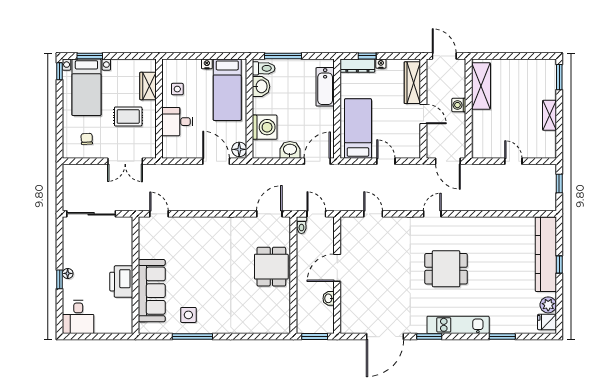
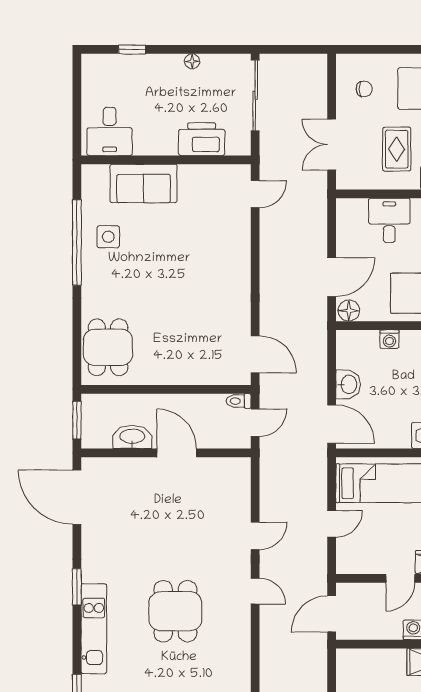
washing machine: (265, 127) -> (389, 339), width x0.53, depth x0.53
door: (373, 214) -> (255, 536), moved
dining table: (271, 267) -> (108, 347), moved, turned 90
floor lamp: (68, 273) -> (192, 61), moved
window: (60, 279) -> (132, 49), moved
printer: (121, 282) -> (202, 139), moved
sofa: (152, 291) -> (144, 183), width x0.73
washbasin: (329, 298) -> (132, 437), width x1.91, depth x1.45
desk: (78, 317) -> (110, 131), moved, turned -90
window: (192, 337) -> (77, 243), width x1.46
door: (385, 337) -> (77, 497), moved

